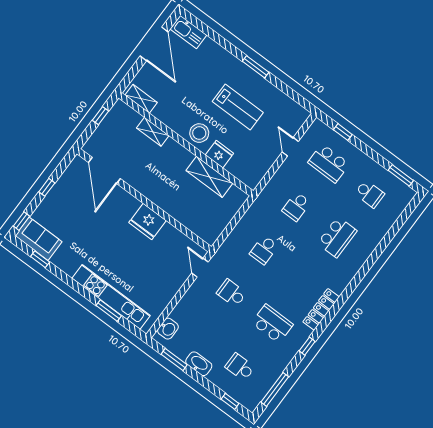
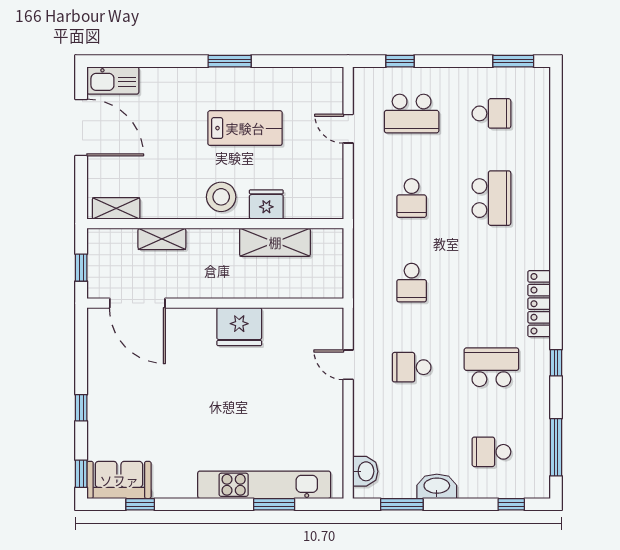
door: (104, 170) -> (137, 303), moved
wall: (144, 200) -> (215, 303), moved
fridge: (147, 221) -> (239, 327), moved

